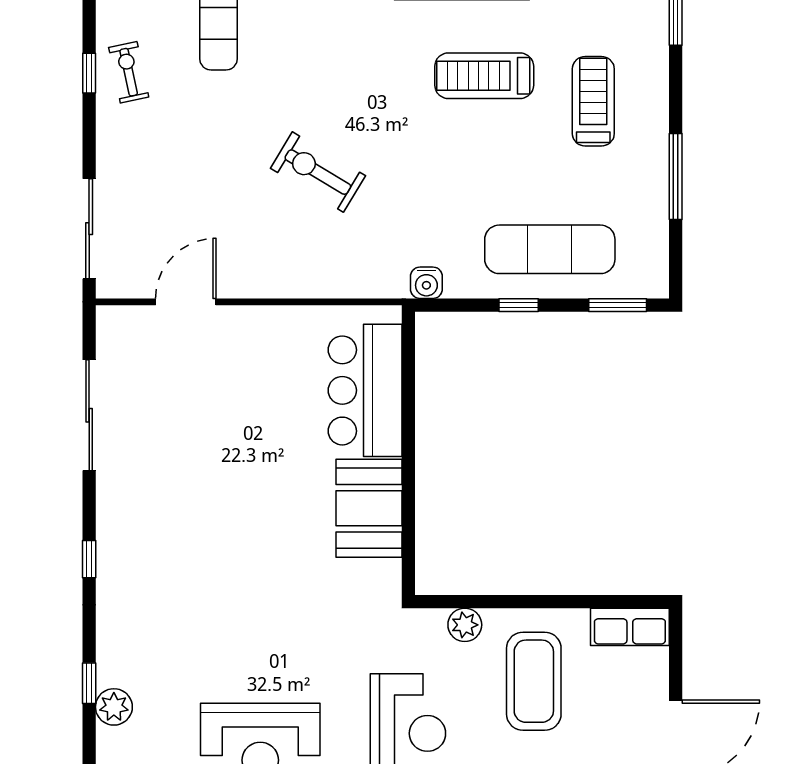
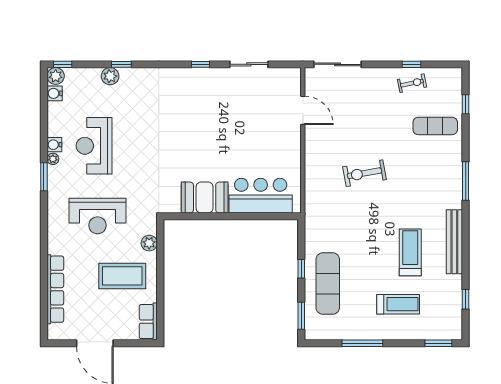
exercise bike: (318, 172) -> (365, 173), turned -131
water cooler: (426, 283) -> (312, 225), removed
sliding door: (89, 415) -> (249, 64), width x0.73
window: (89, 559) -> (201, 64), moved

